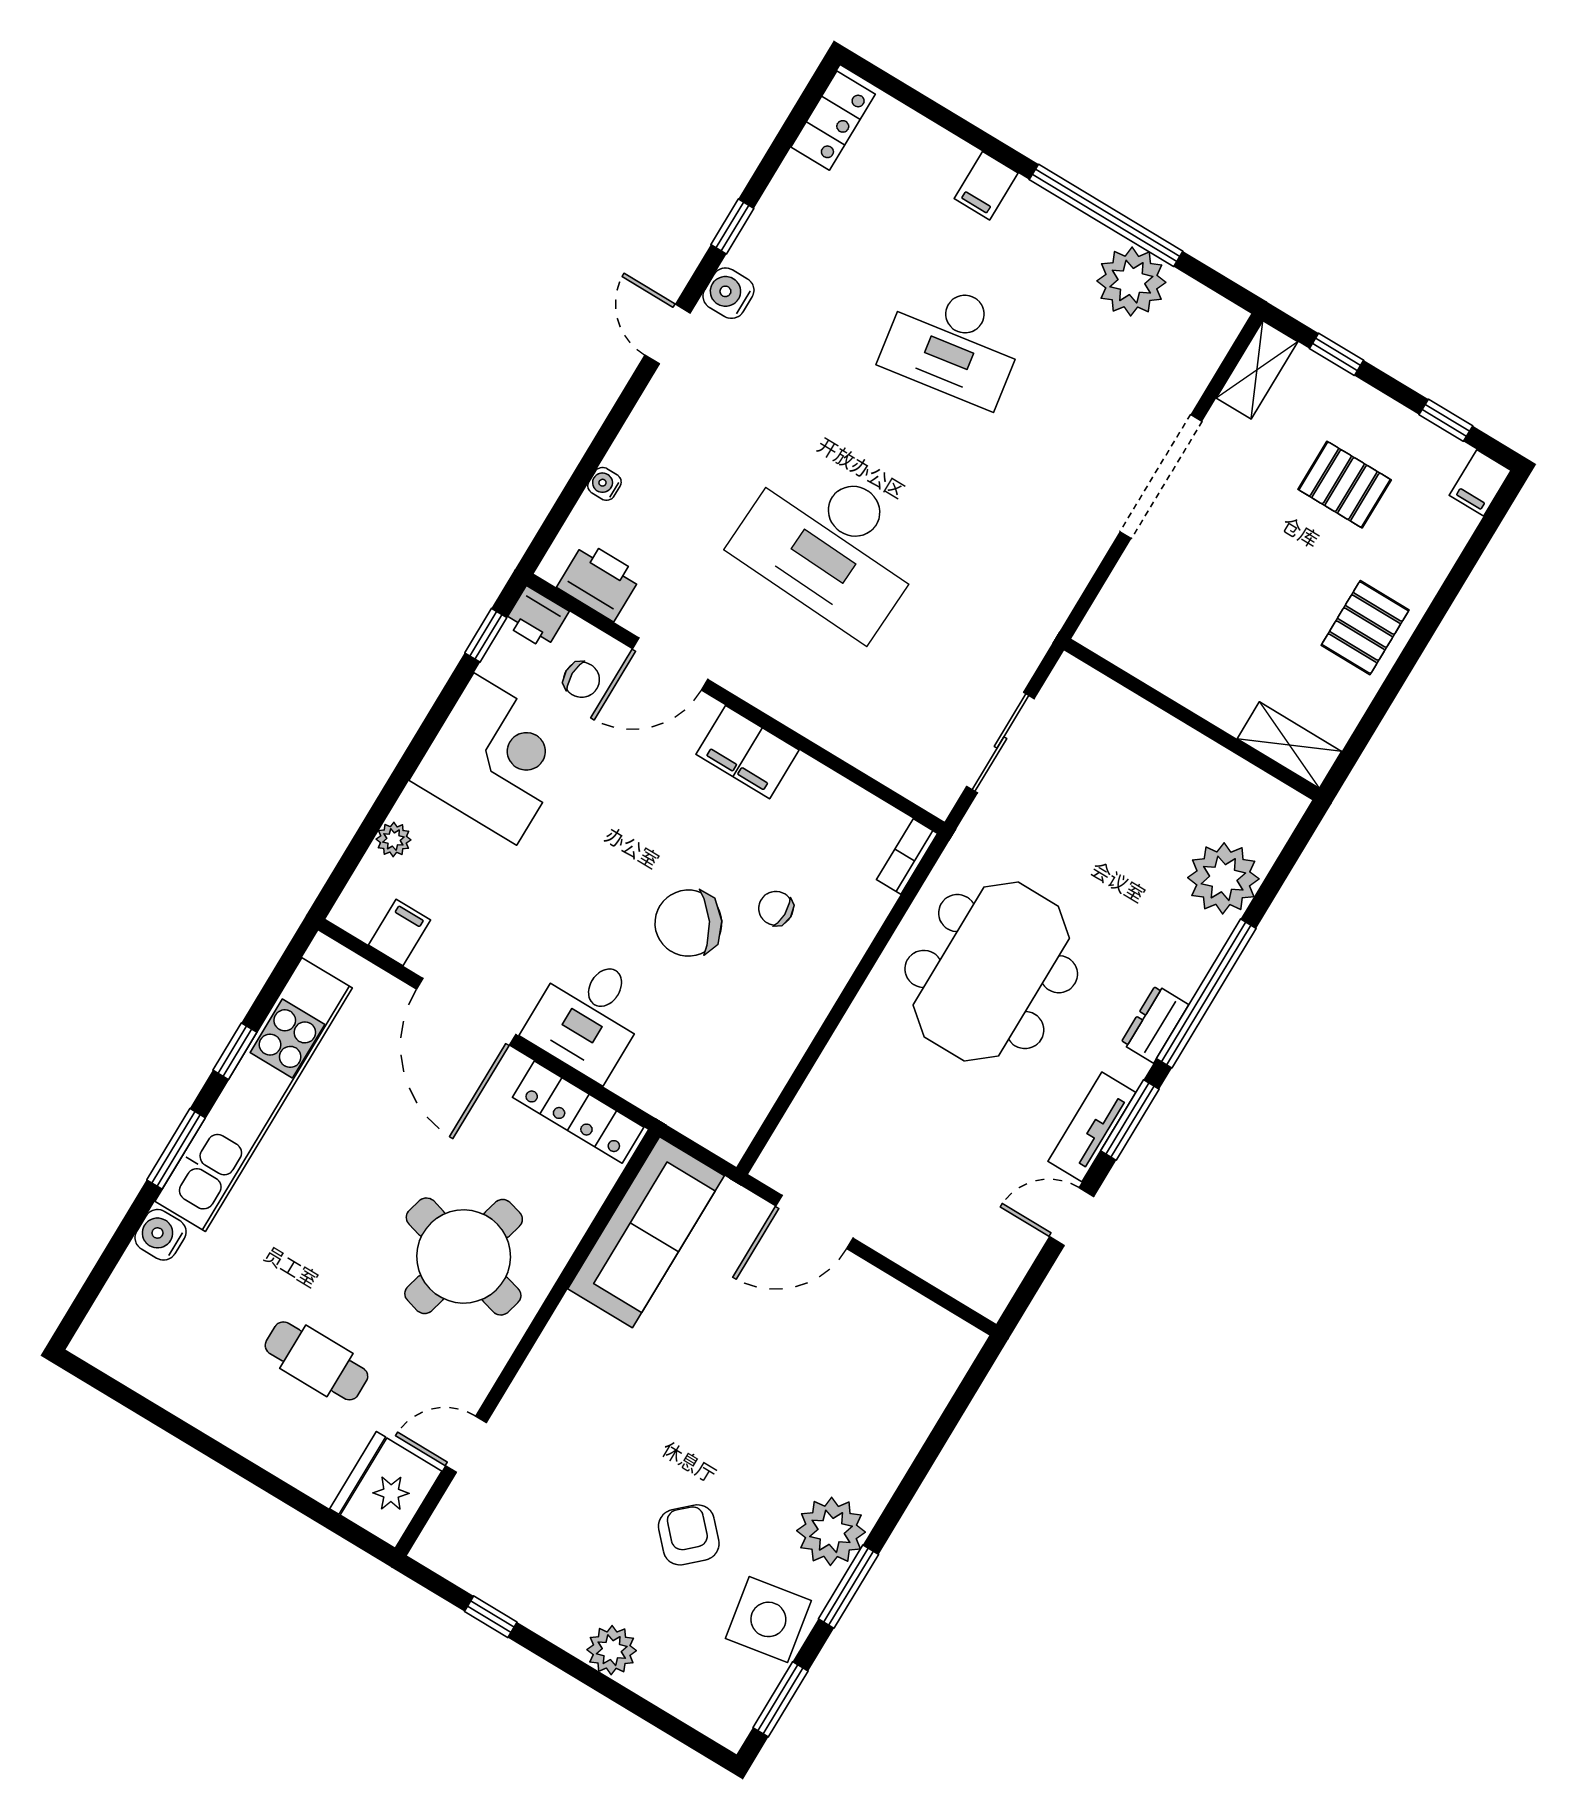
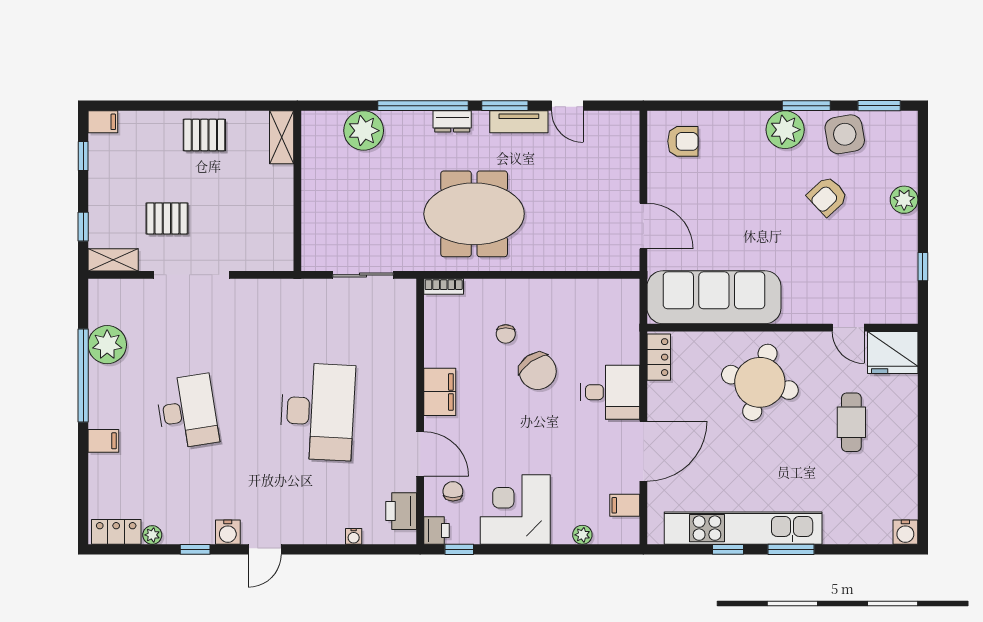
plant: (795, 174) -> (152, 535), added
pallet: (1345, 485) -> (167, 218), moved, turned 90
locker: (578, 1112) -> (659, 357), width x0.66
sofa: (646, 1232) -> (714, 297), width x1.36, depth x1.27
water cooler: (161, 1235) -> (905, 532), moved
armchair: (908, 1362) -> (683, 141), added

